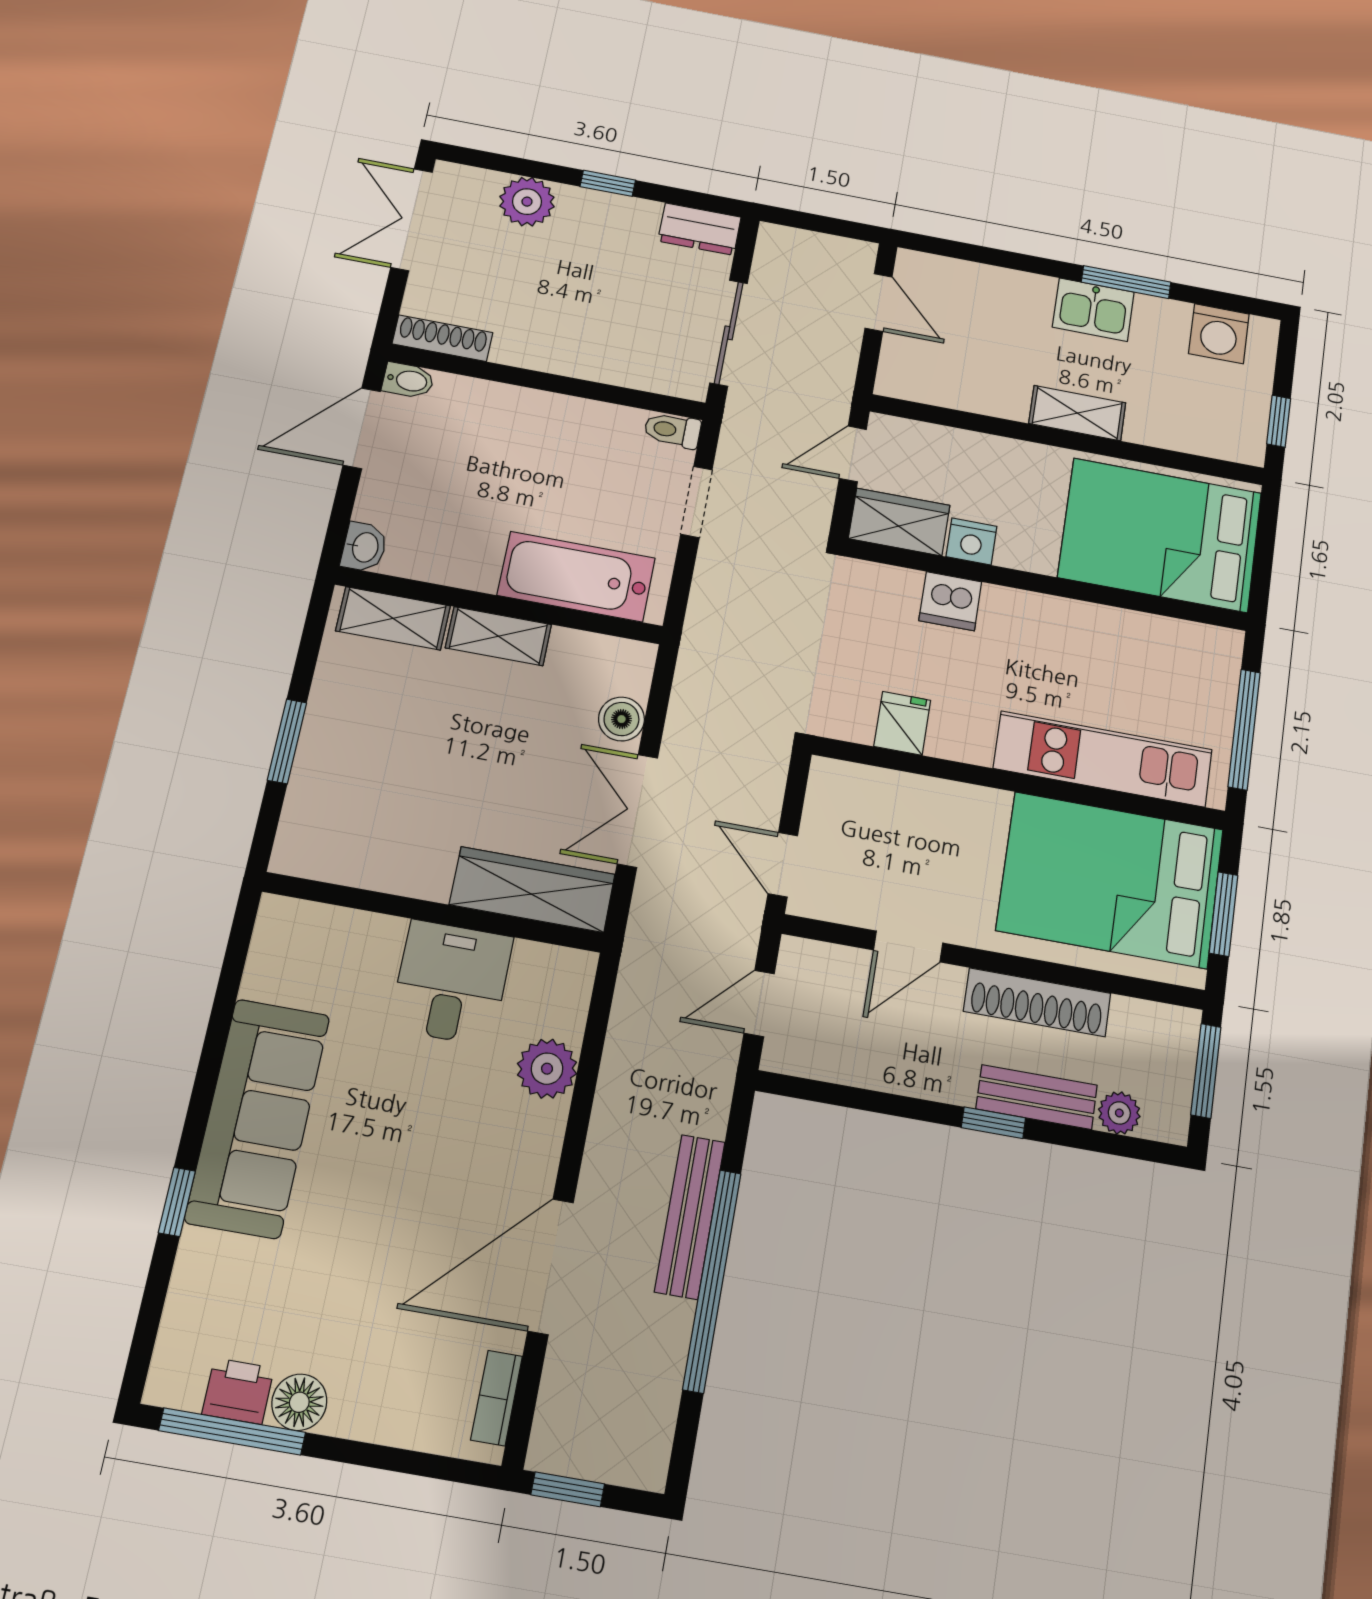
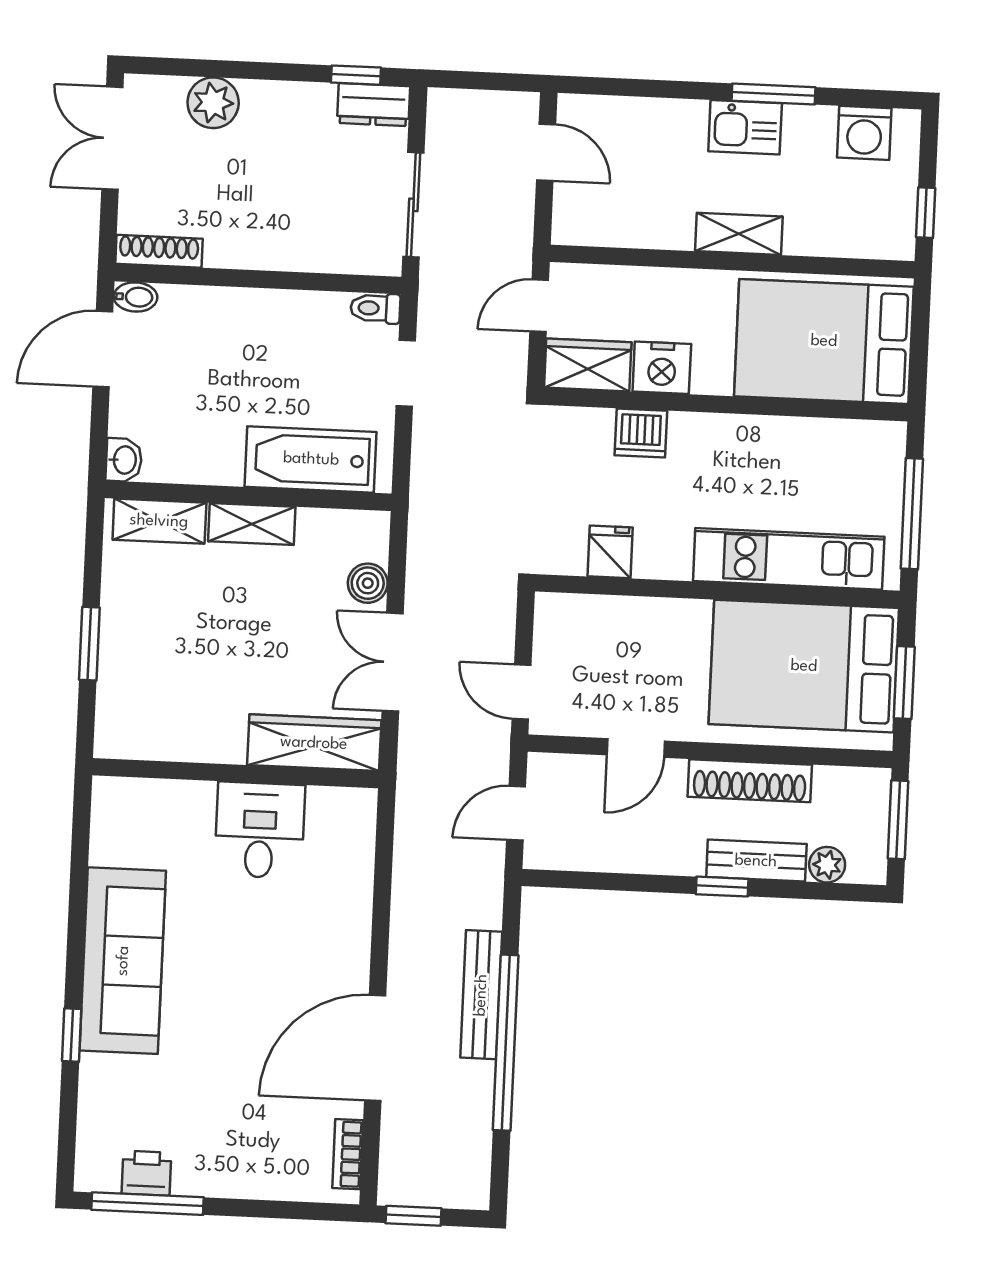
window: (608, 183) -> (356, 75), moved
nightstand: (971, 541) -> (662, 368), width x1.36, depth x1.33
plant: (547, 1069) -> (349, 891), removed
floor lamp: (299, 1402) -> (195, 1176), removed

